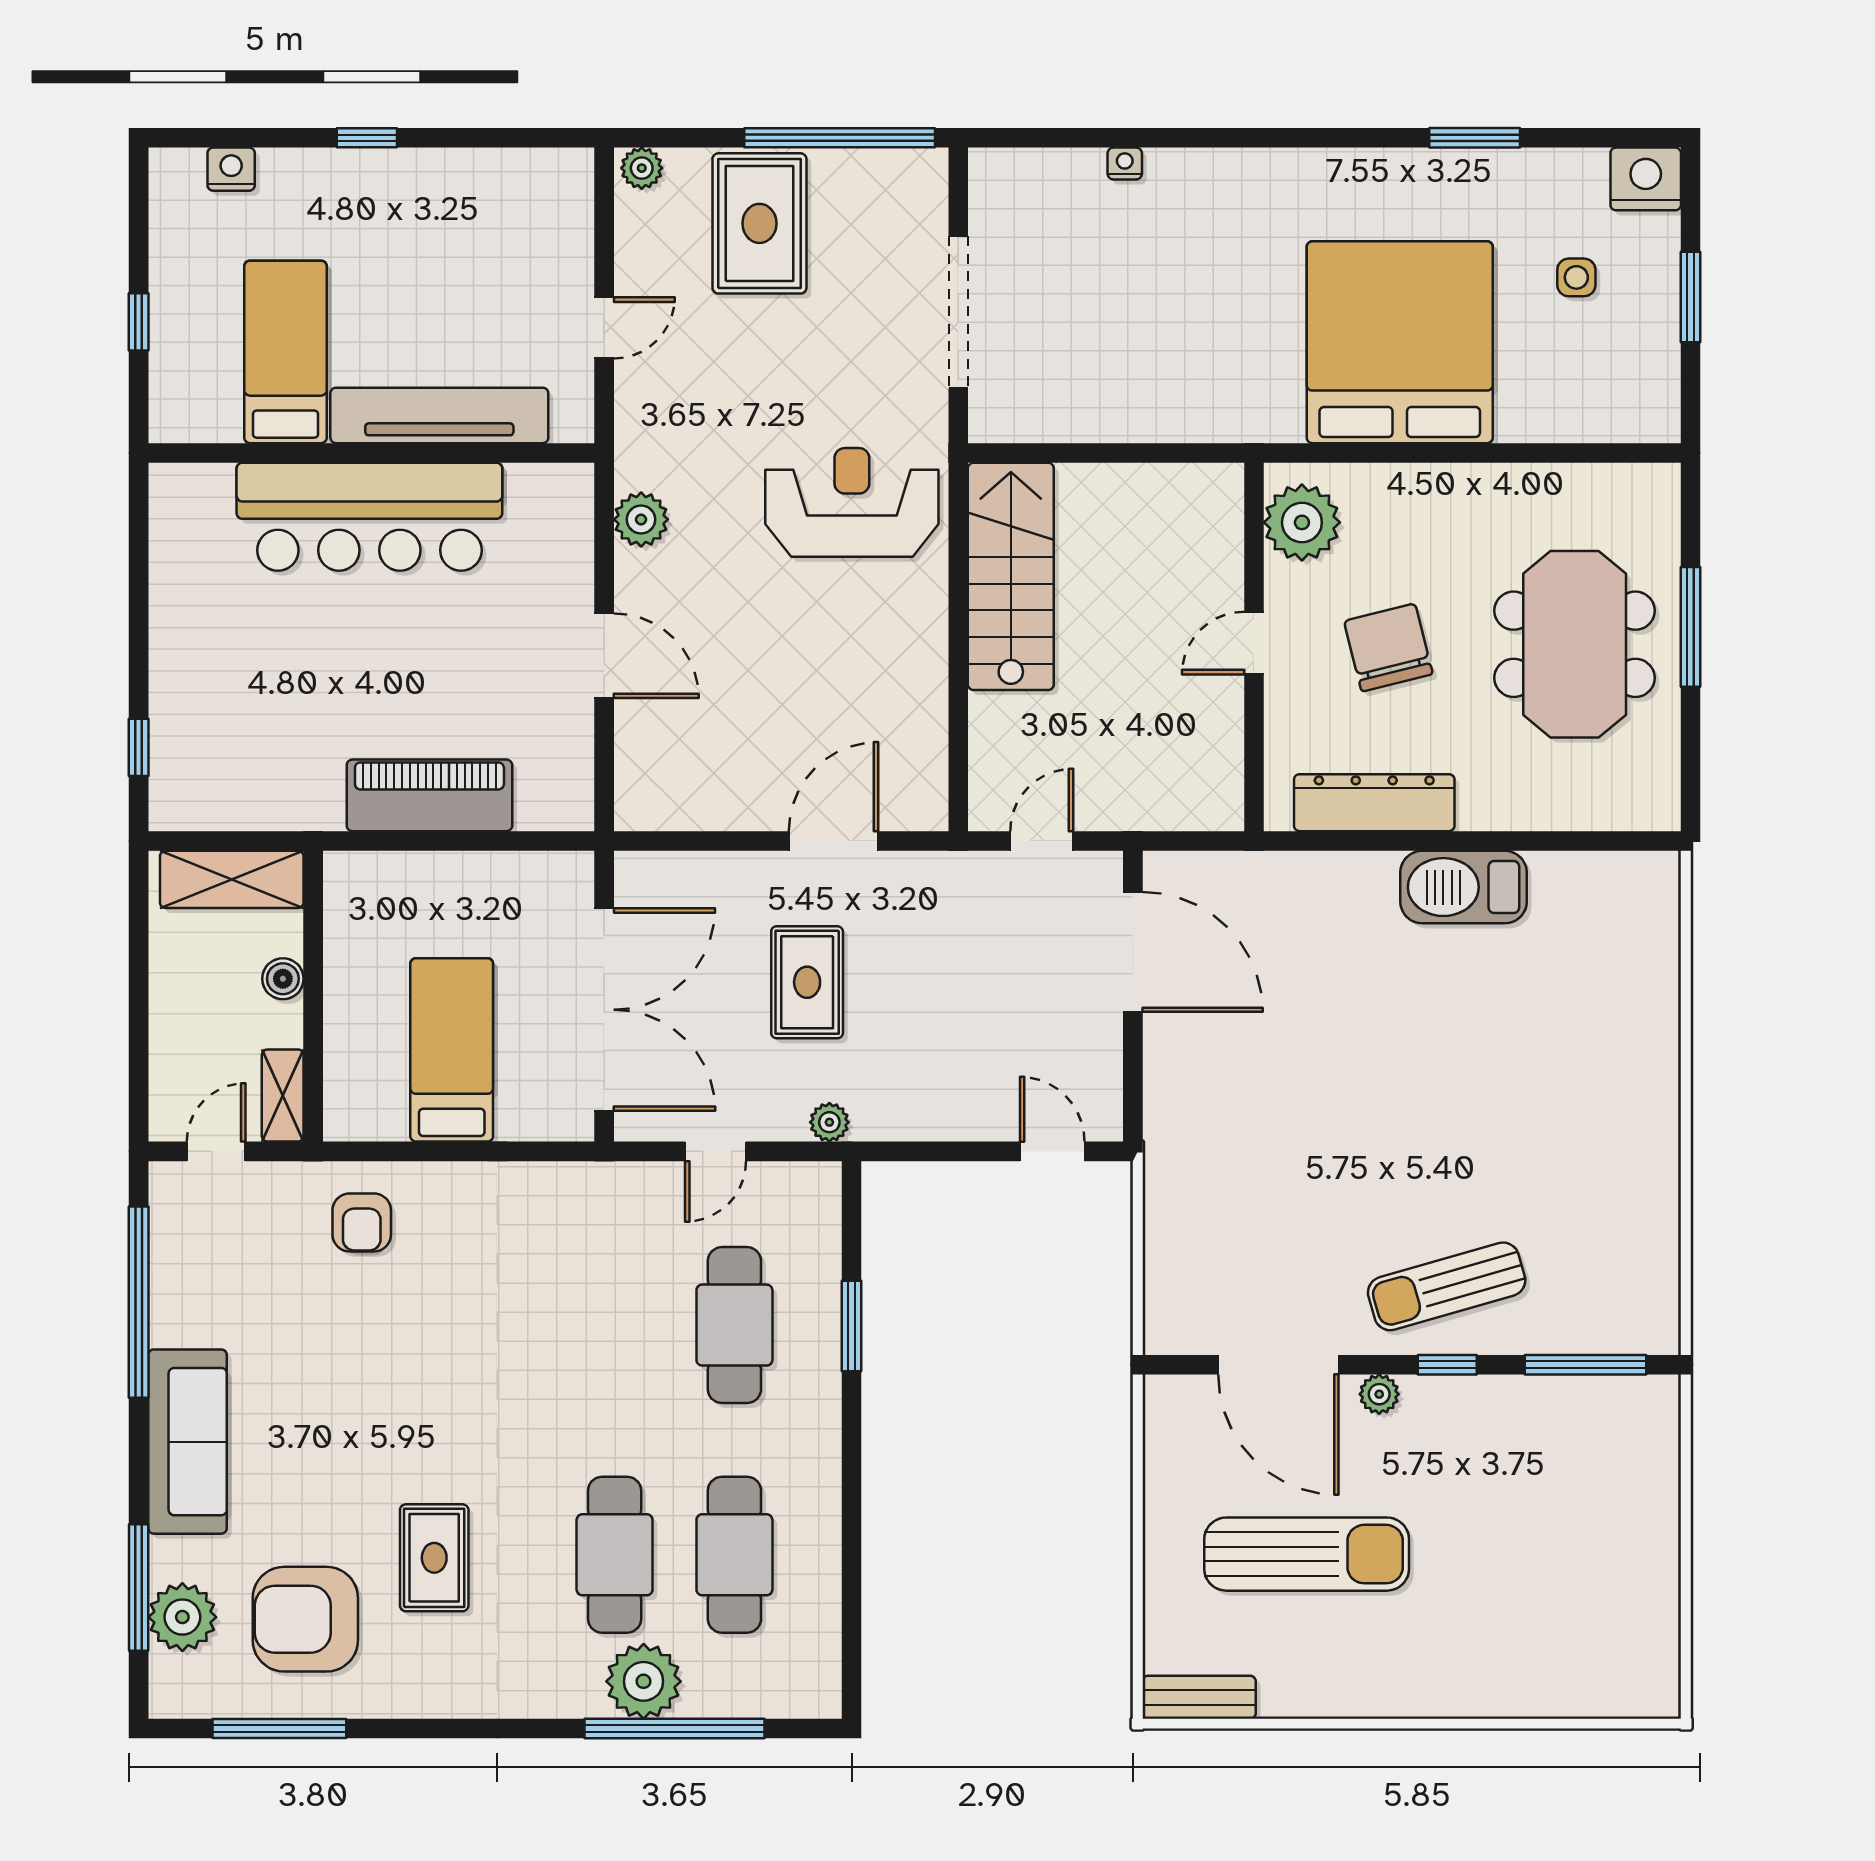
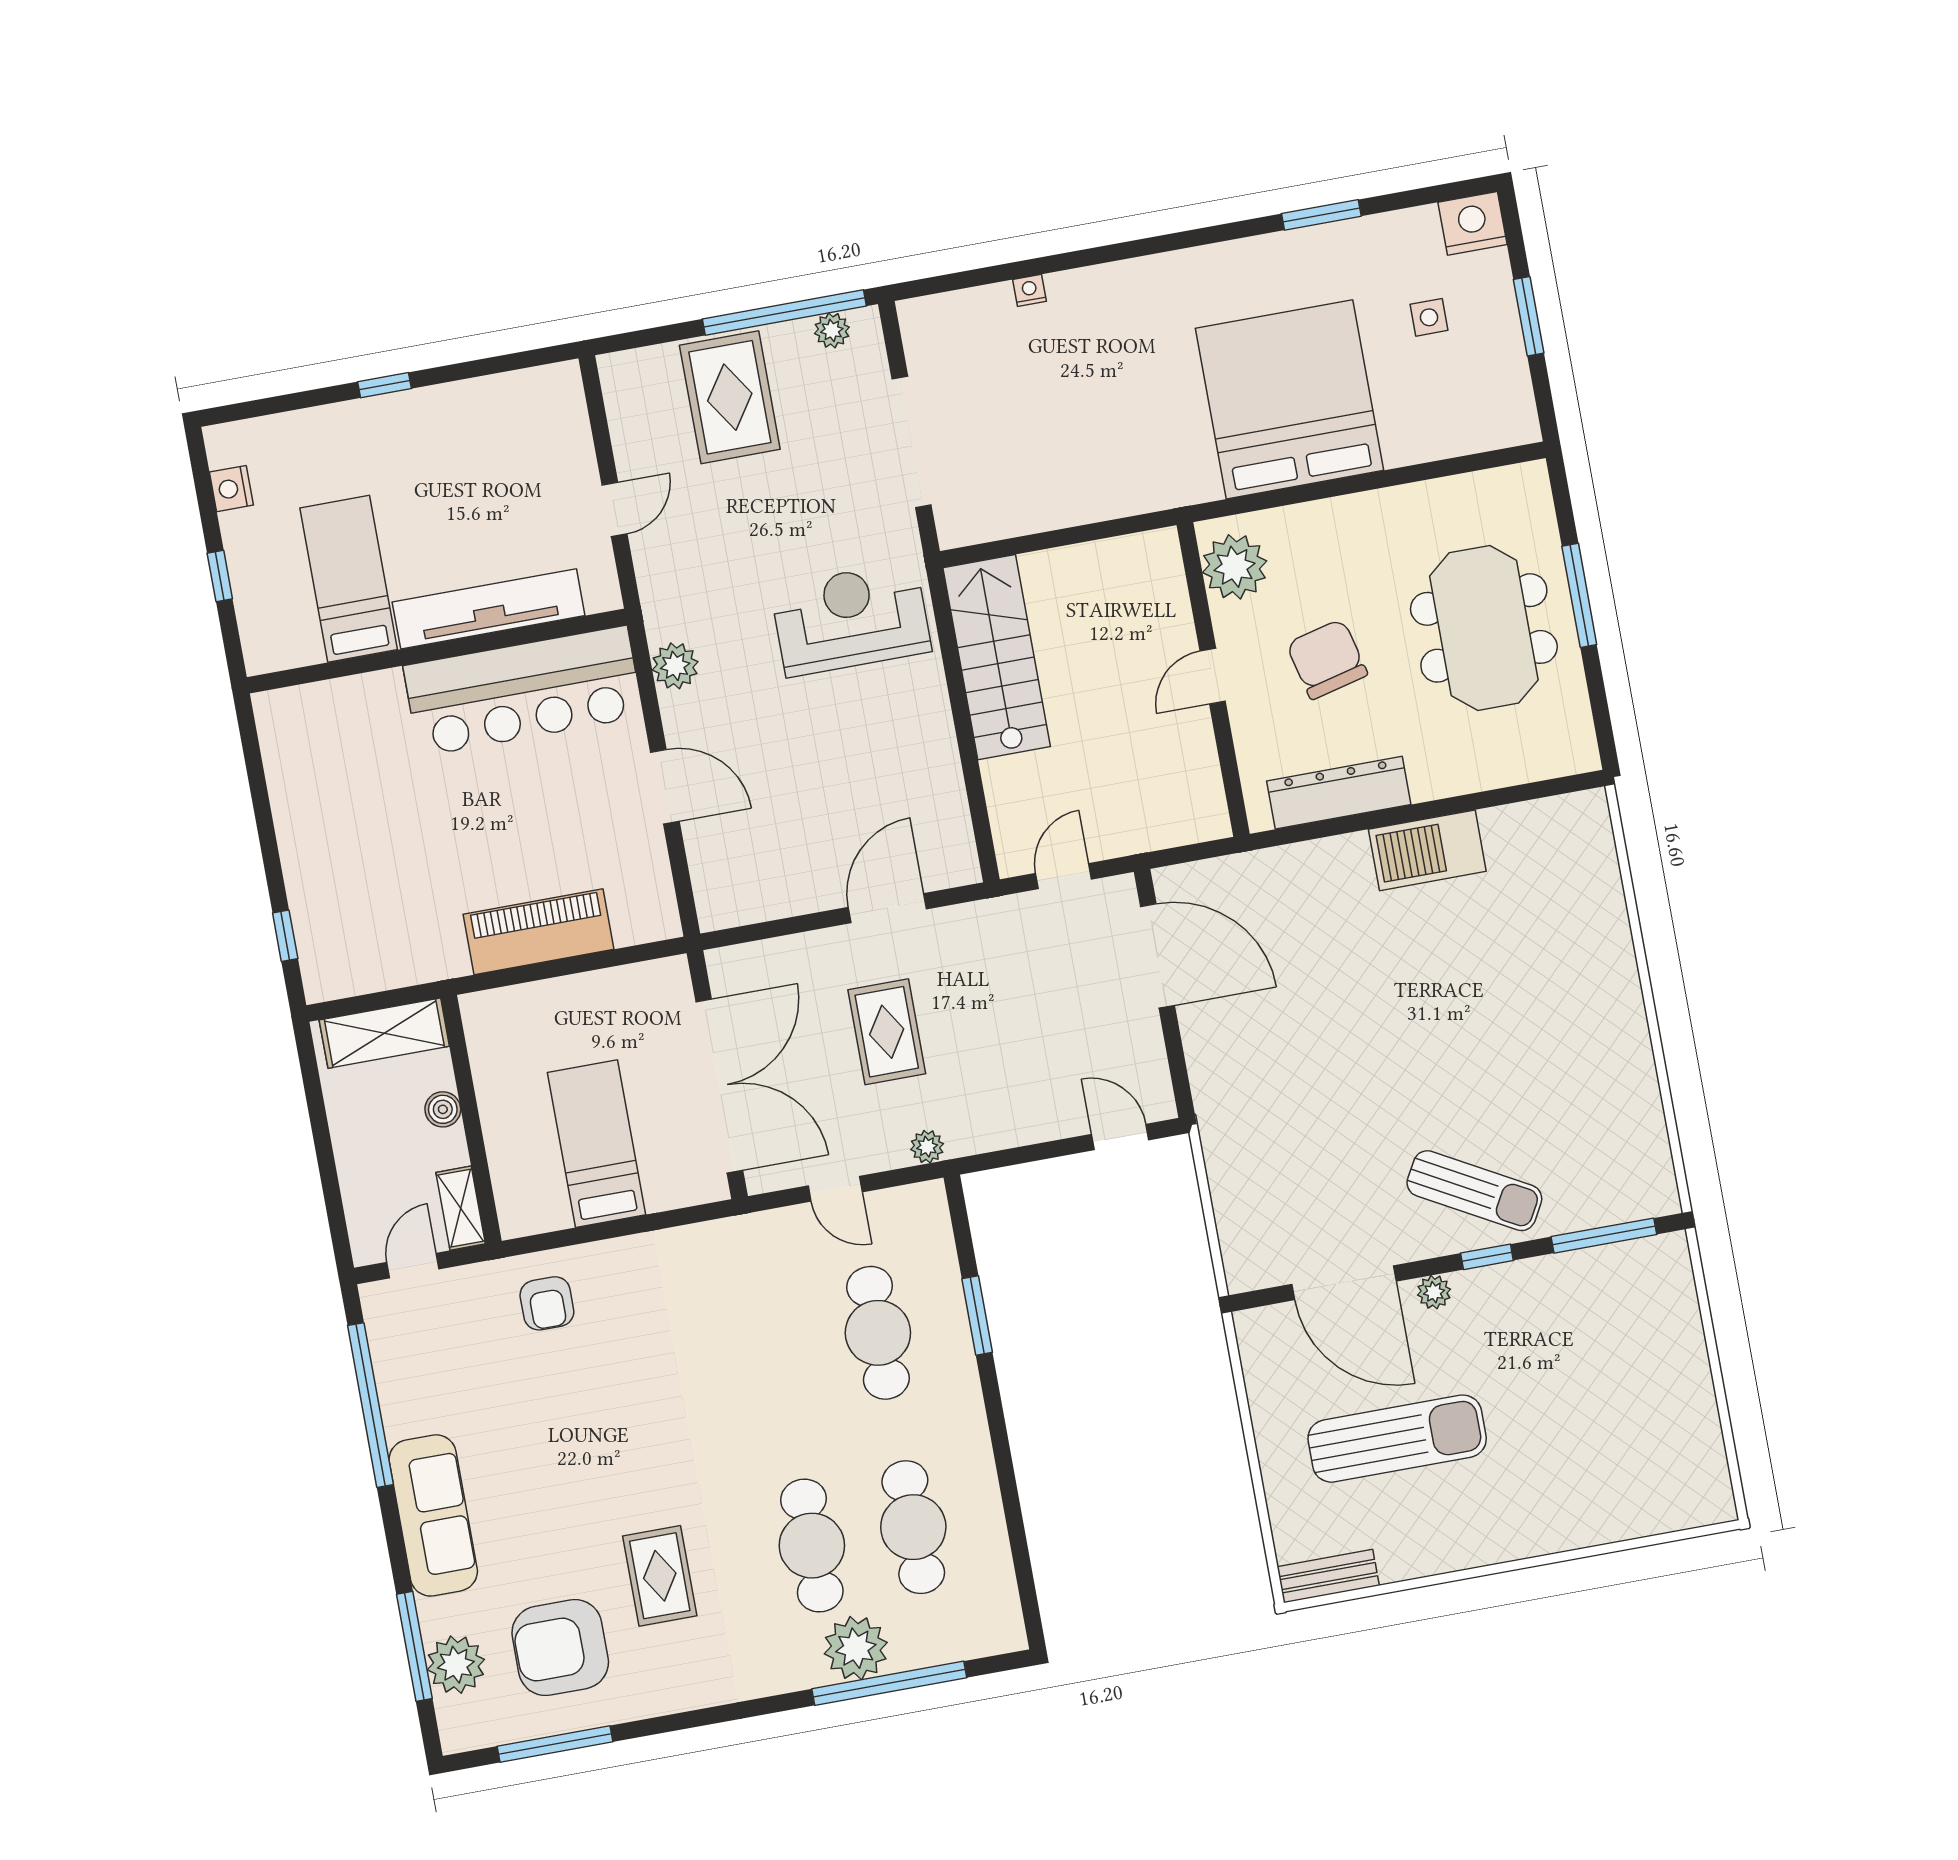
plant: (642, 168) -> (832, 330), moved
nightstand: (231, 169) -> (231, 489), moved, turned -90
bar counter: (369, 517) -> (523, 691), moved
door: (715, 1151) -> (835, 1189), hinge flipped
sun lounger: (1447, 1286) -> (1474, 1191), turned -135

